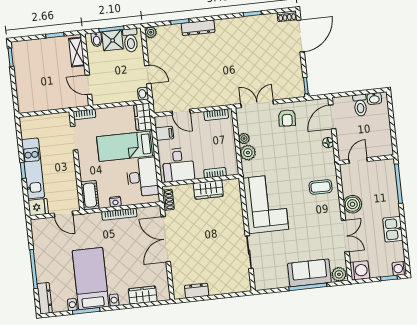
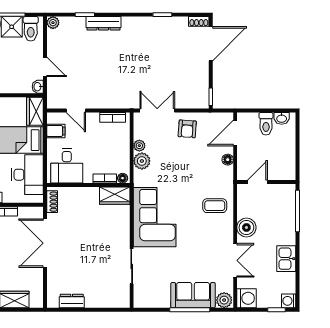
floor lamp: (232, 171) -> (123, 178), added
wardrobe: (208, 190) -> (115, 196), moved

